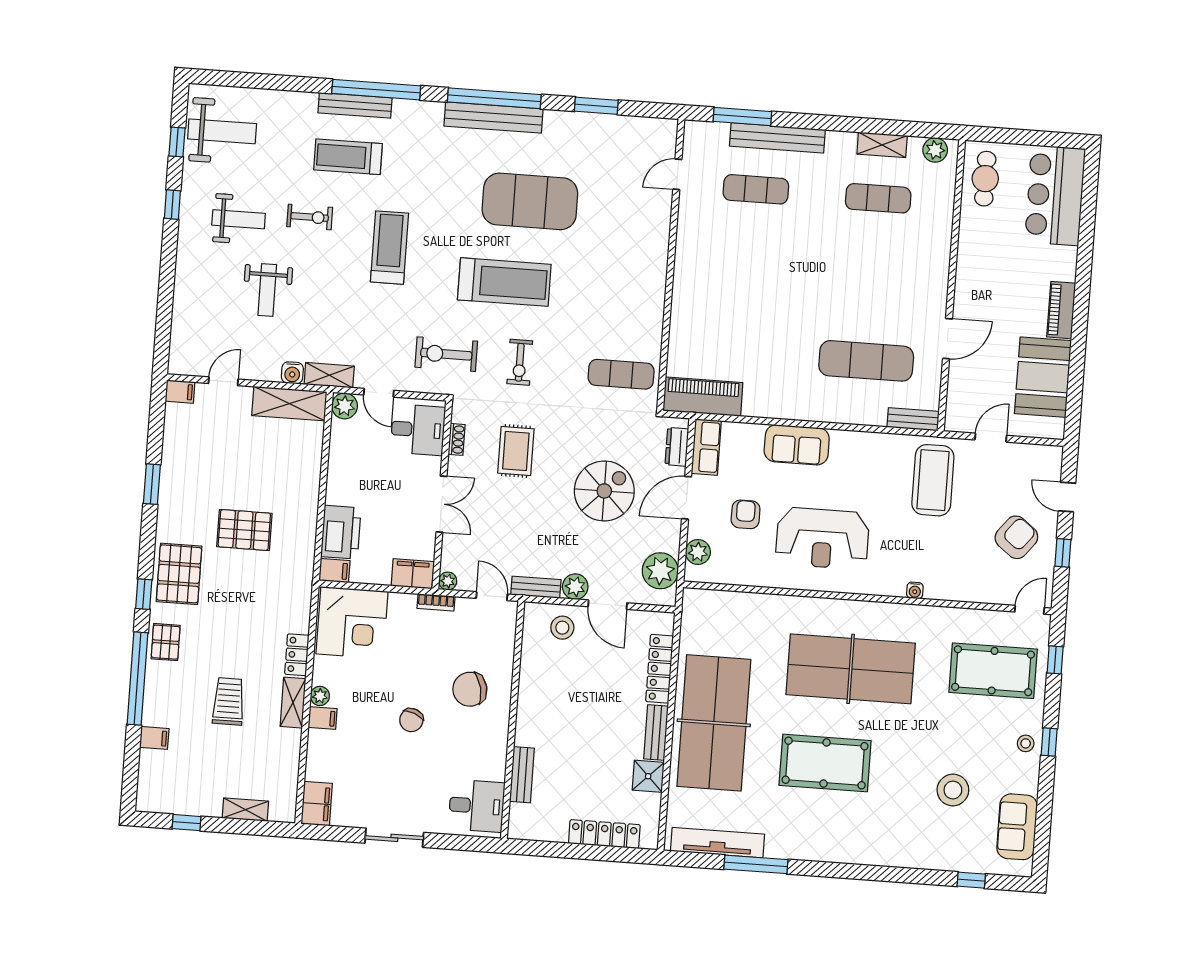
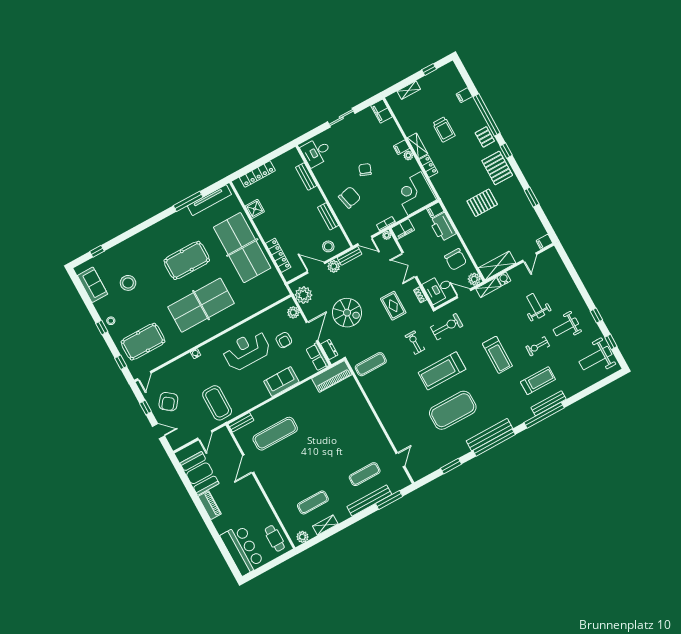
chair: (355, 461) -> (456, 259), added
spiral stairs: (604, 491) -> (347, 313), turned -90
bench: (656, 733) -> (328, 216), moved

